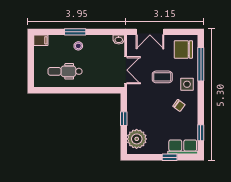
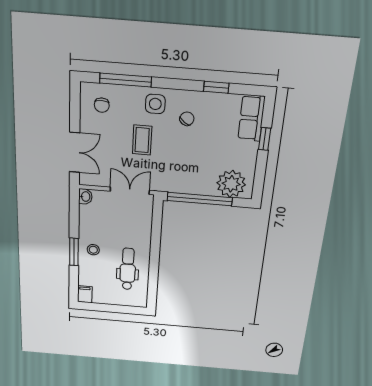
chair: (183, 49) -> (102, 105), width x0.54, depth x0.54
dental chair: (65, 71) -> (128, 269), turned 180
window: (124, 119) -> (200, 199), width x3.17
window: (201, 133) -> (216, 87), moved

